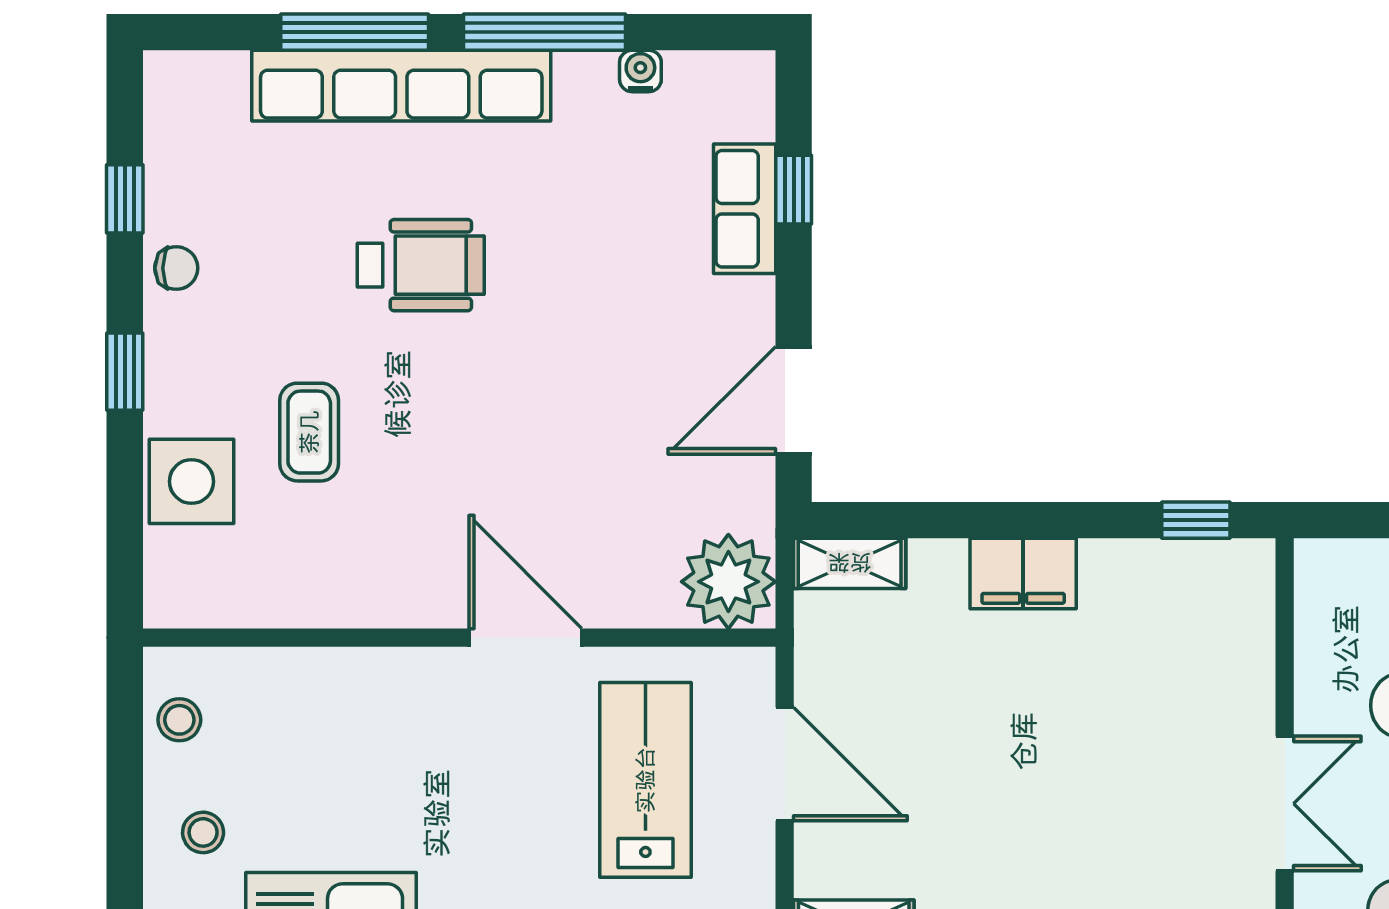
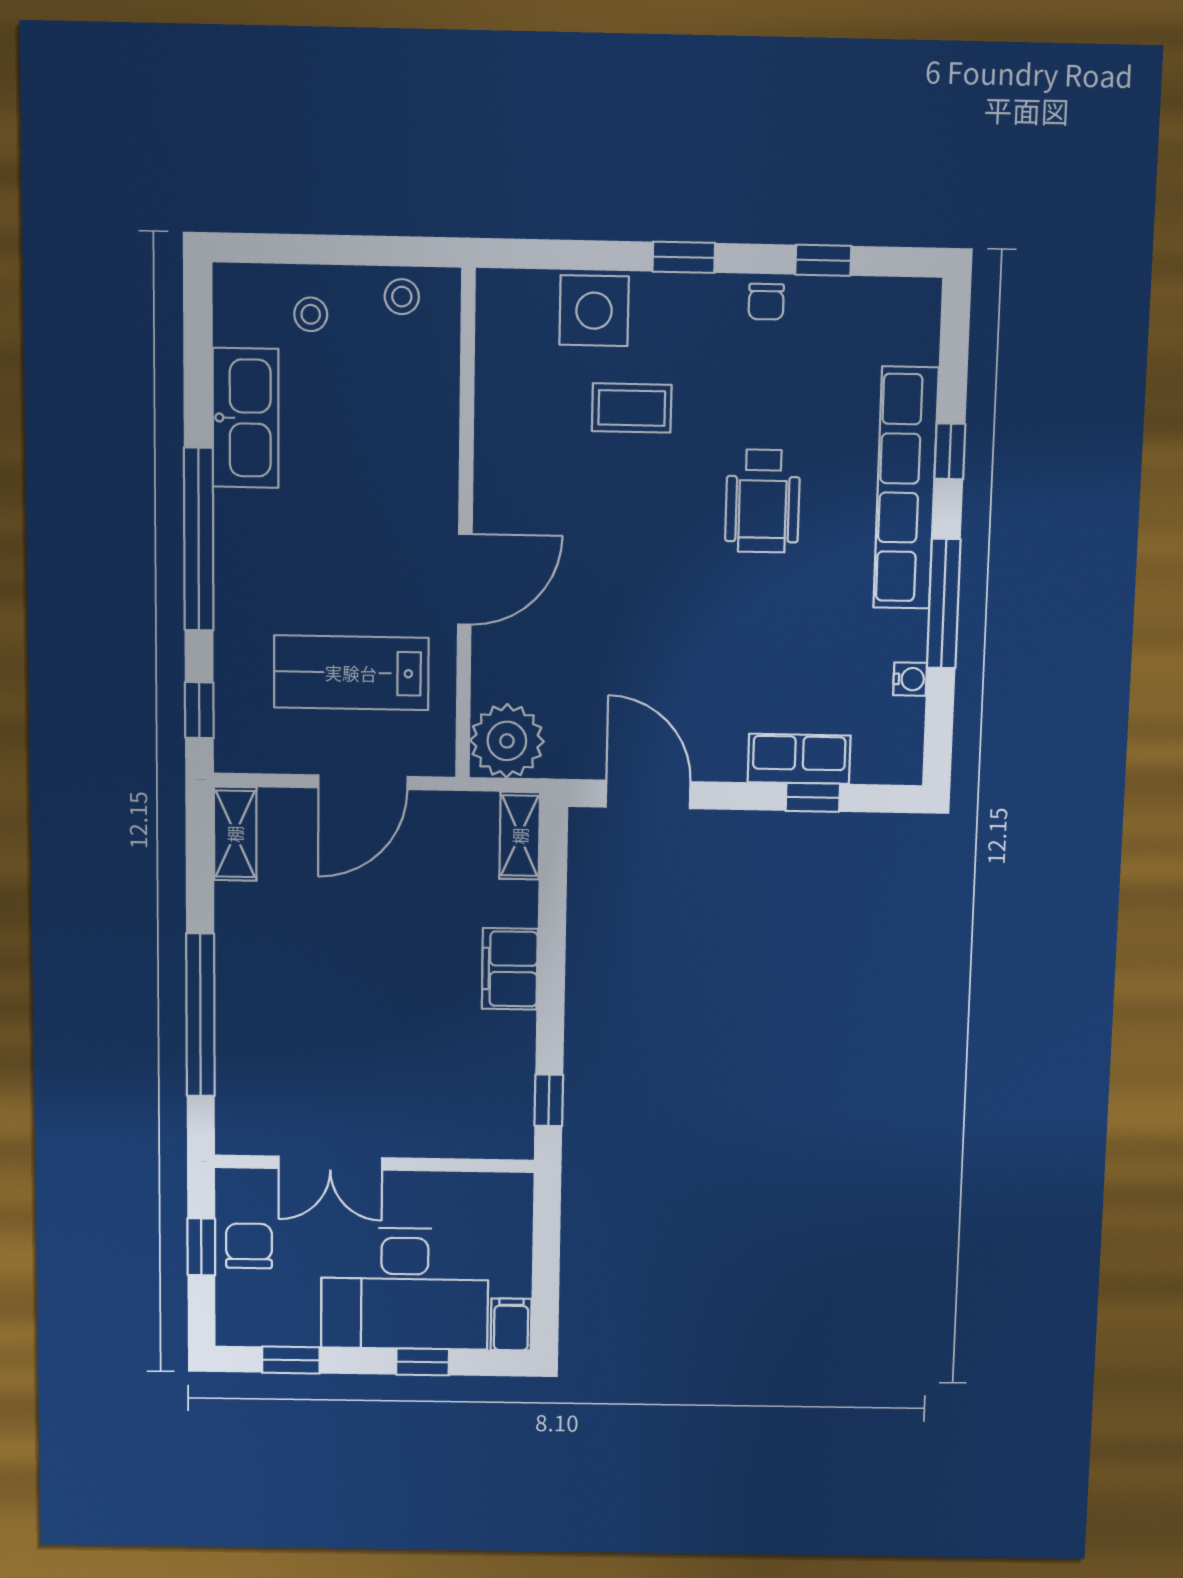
window: (355, 32) -> (950, 451), width x0.46
lab bench: (645, 780) -> (351, 673), turned 180

